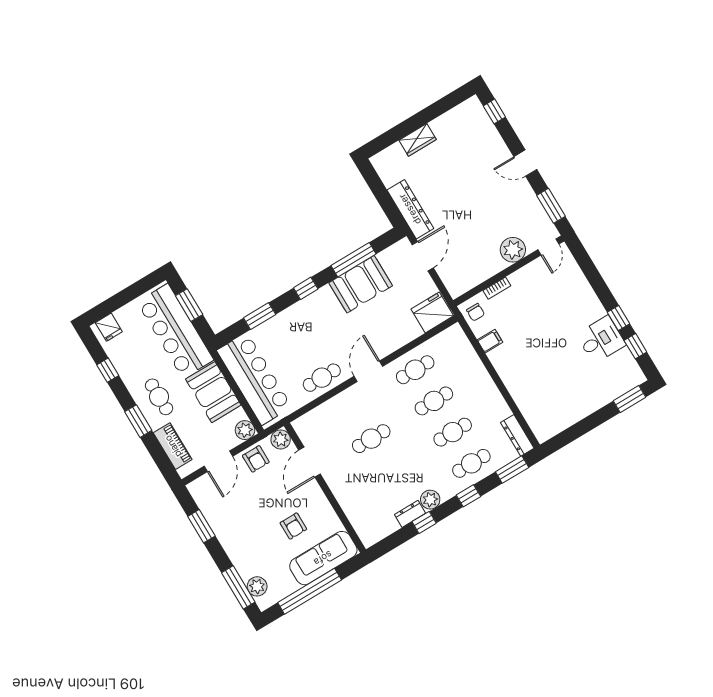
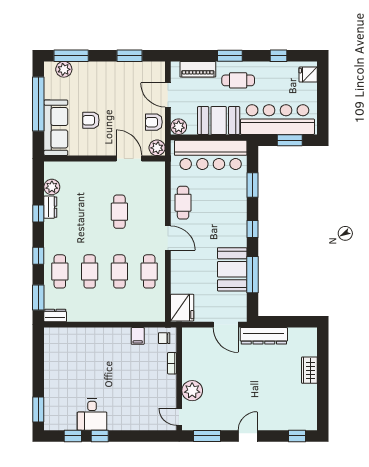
dresser: (517, 435) -> (55, 316), width x0.70
plant: (430, 500) -> (52, 187), moved

